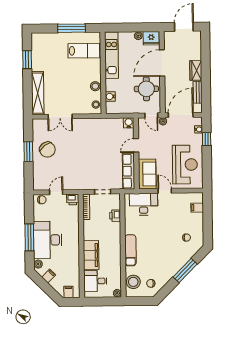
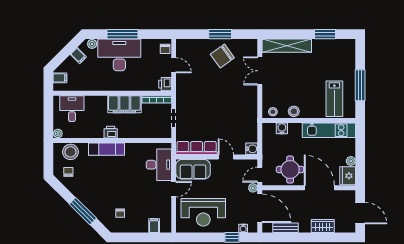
wardrobe: (196, 70) -> (323, 226), moved
printer: (115, 216) -> (111, 132), moved
filing cabinet: (91, 255) -> (124, 104), moved

